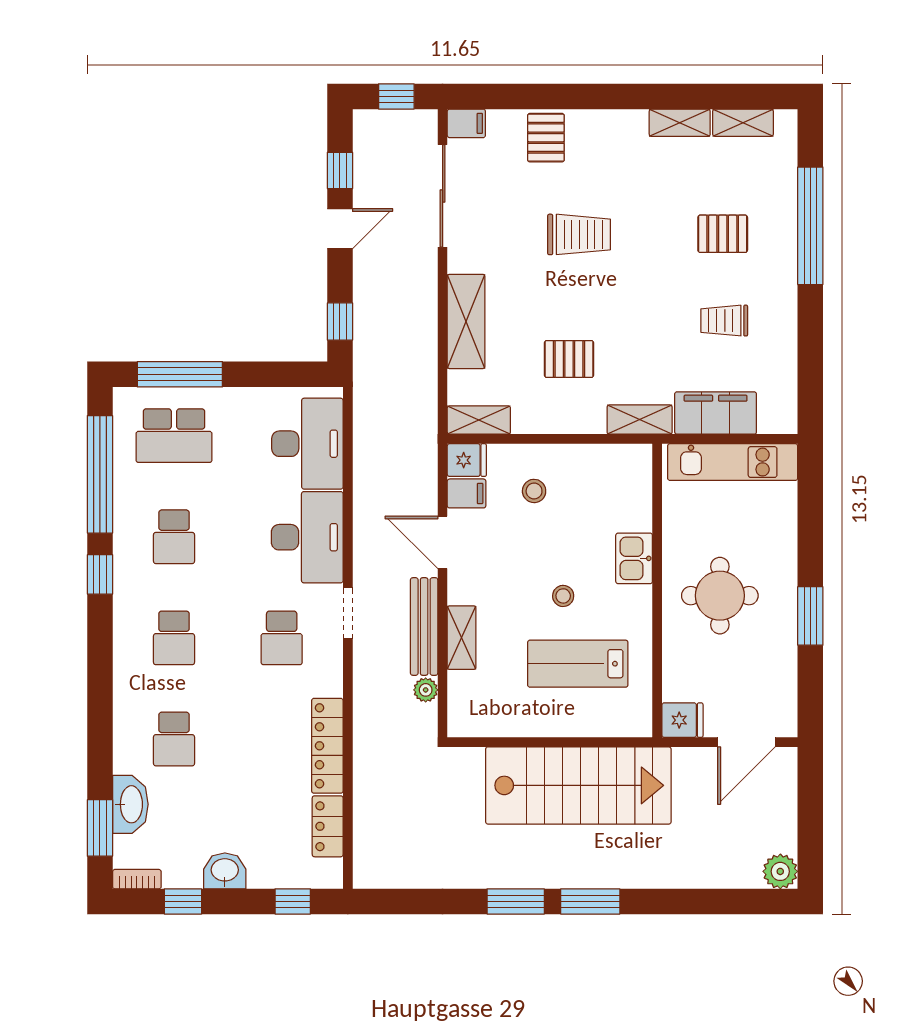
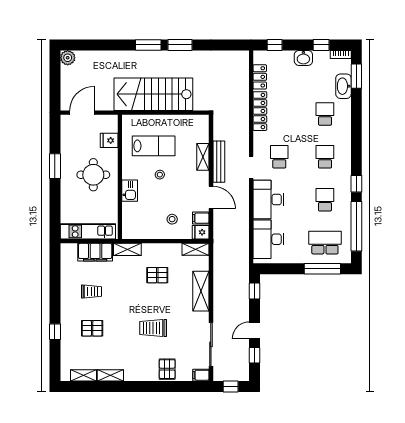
window: (810, 226) -> (55, 332), width x0.32
plant: (426, 690) -> (218, 135), removed
fridge: (682, 720) -> (109, 140), moved

